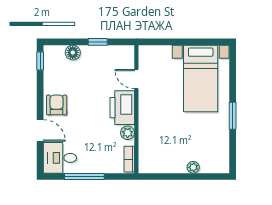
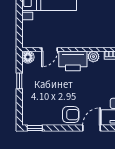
floor lamp: (73, 53) -> (28, 57), moved
armchair: (57, 105) -> (71, 115), turned 180

